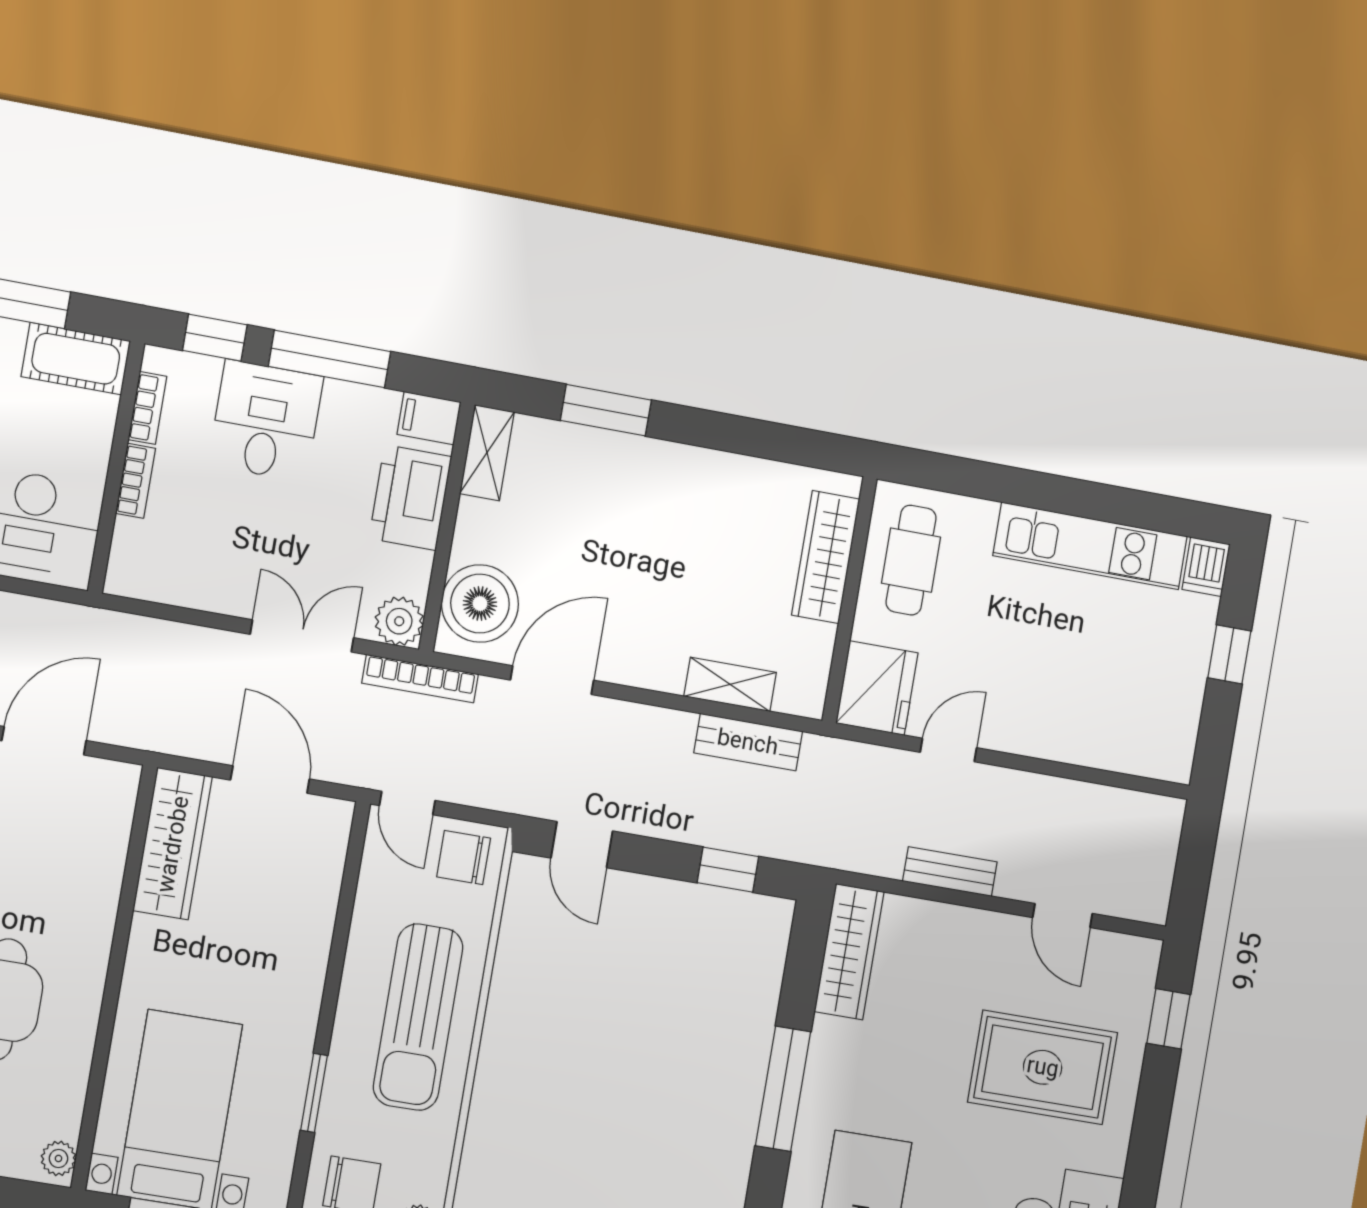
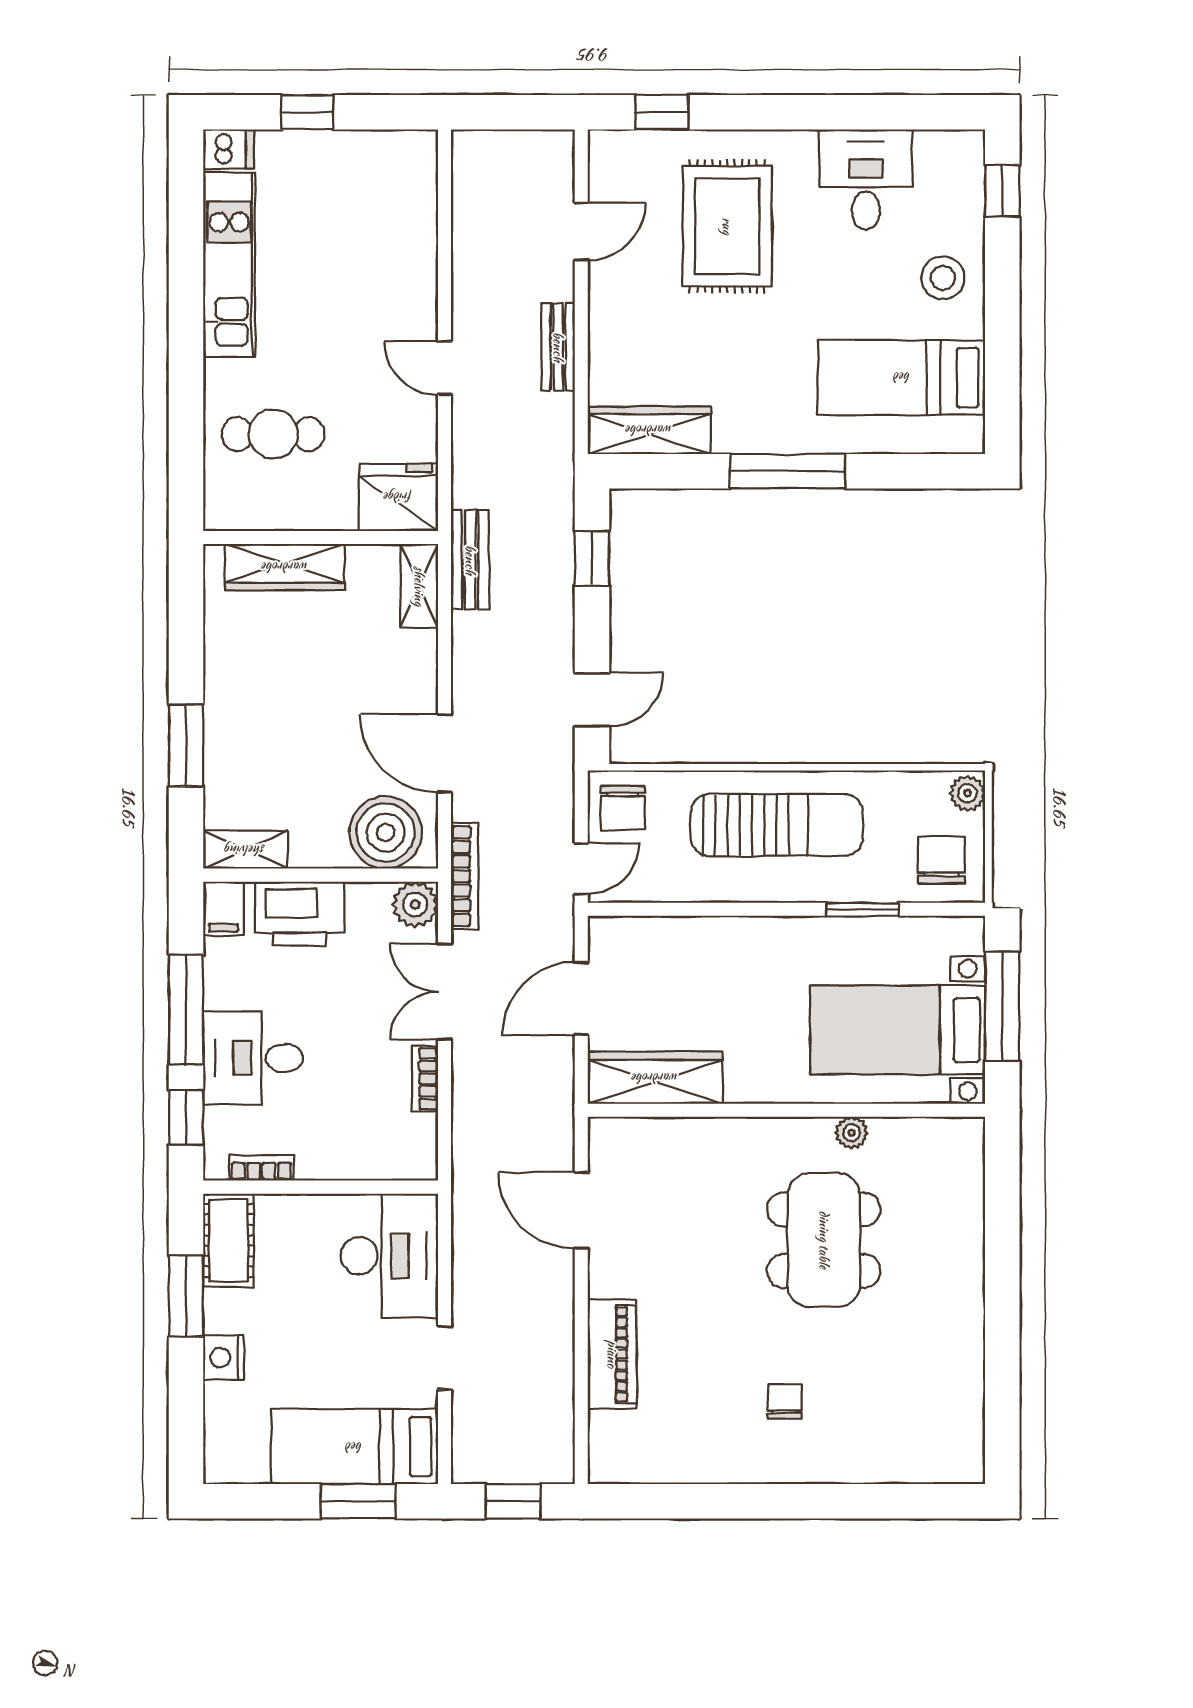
bookcase: (135, 481) -> (425, 1079), moved, turned -90
wardrobe: (826, 557) -> (285, 567), moved
wall: (850, 600) -> (321, 537), moved
fridge: (877, 688) -> (398, 497), moved
plant: (58, 1158) -> (852, 1133), moved

